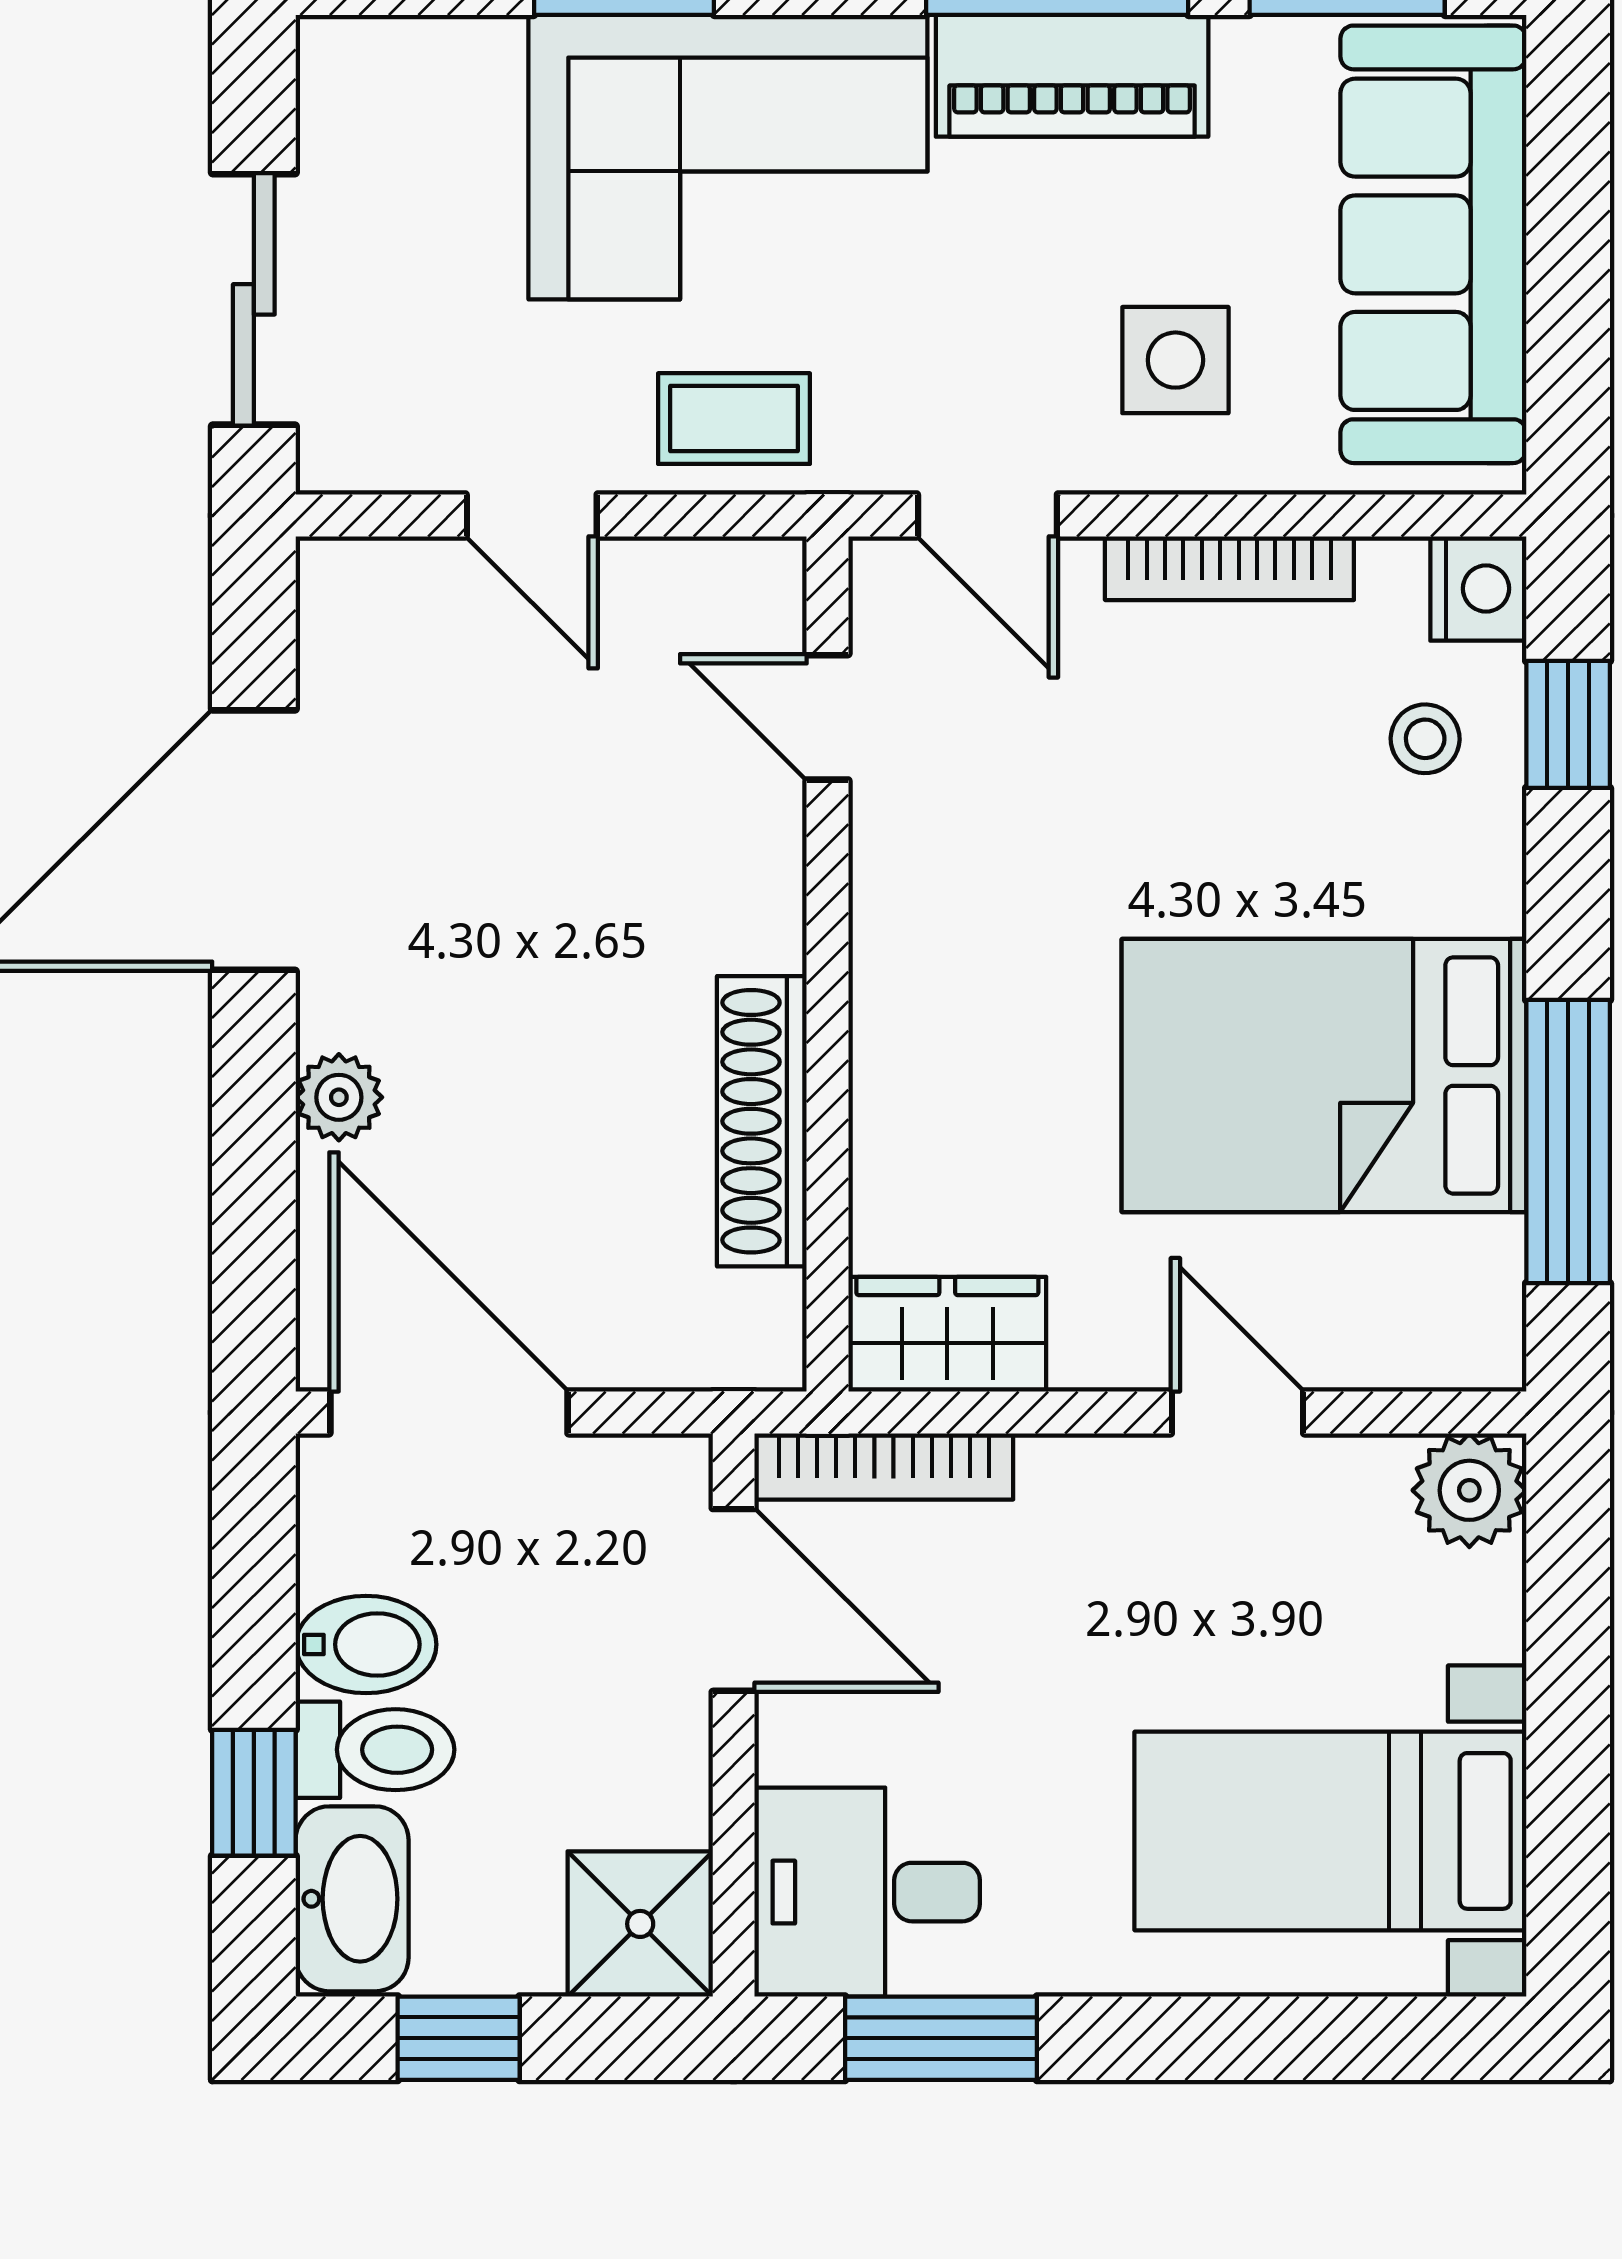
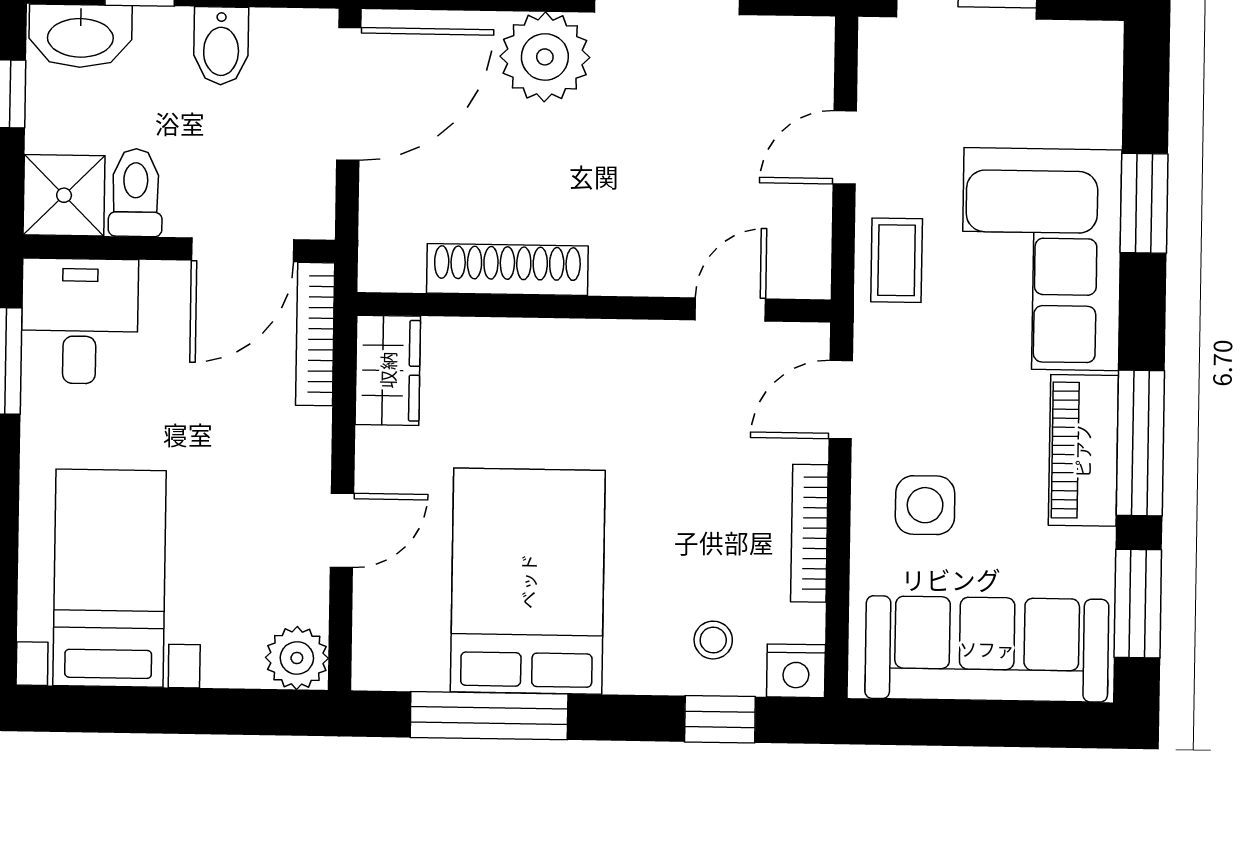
plant: (339, 1097) -> (545, 57), width x1.88, depth x1.88
toilet: (375, 1750) -> (136, 193), moved, turned 180

